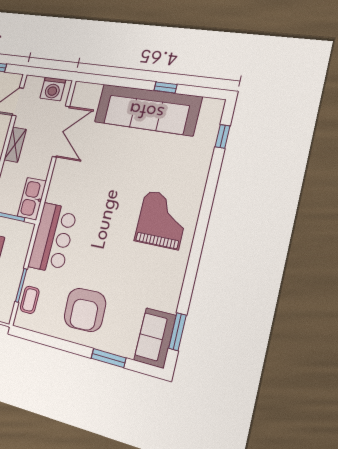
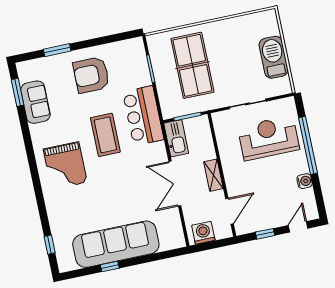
double door: (61, 131) -> (175, 184), moved
coffee table: (30, 300) -> (105, 135), moved, width x1.86, depth x1.72
armchair: (85, 310) -> (91, 75), turned -88
sofa: (155, 338) -> (36, 102), moved

